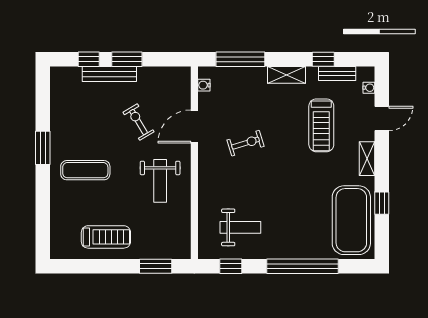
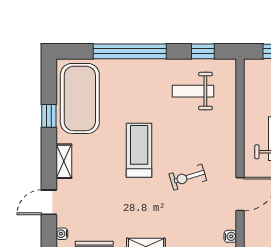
treadmill: (321, 125) -> (139, 150), moved

